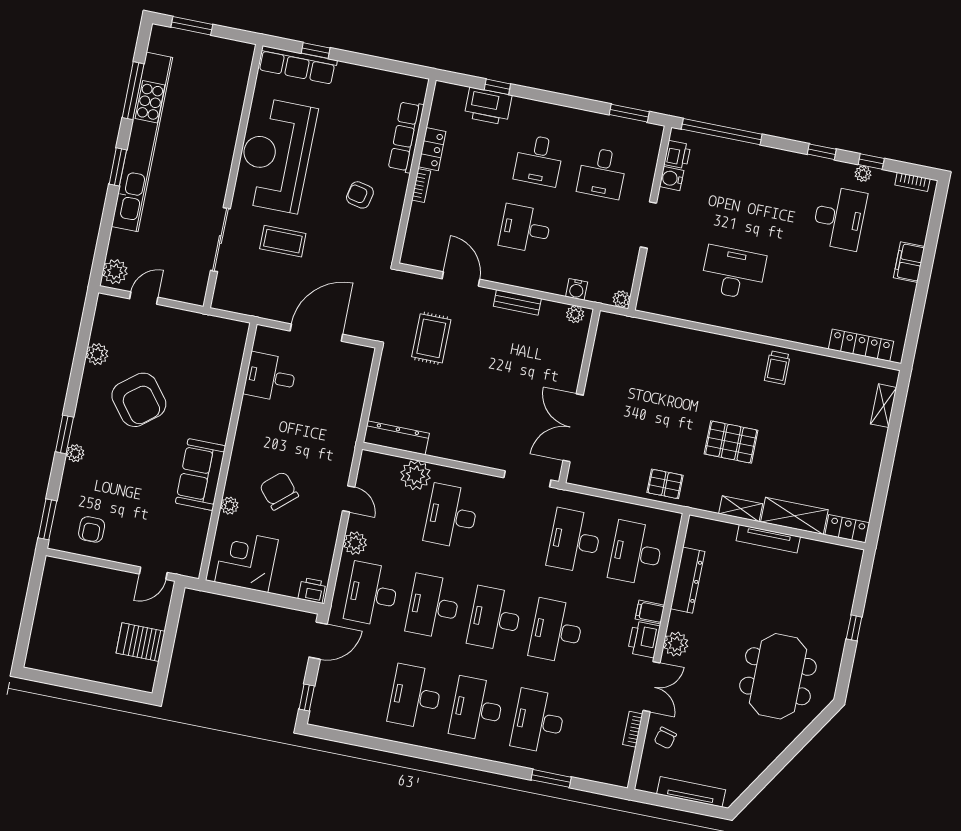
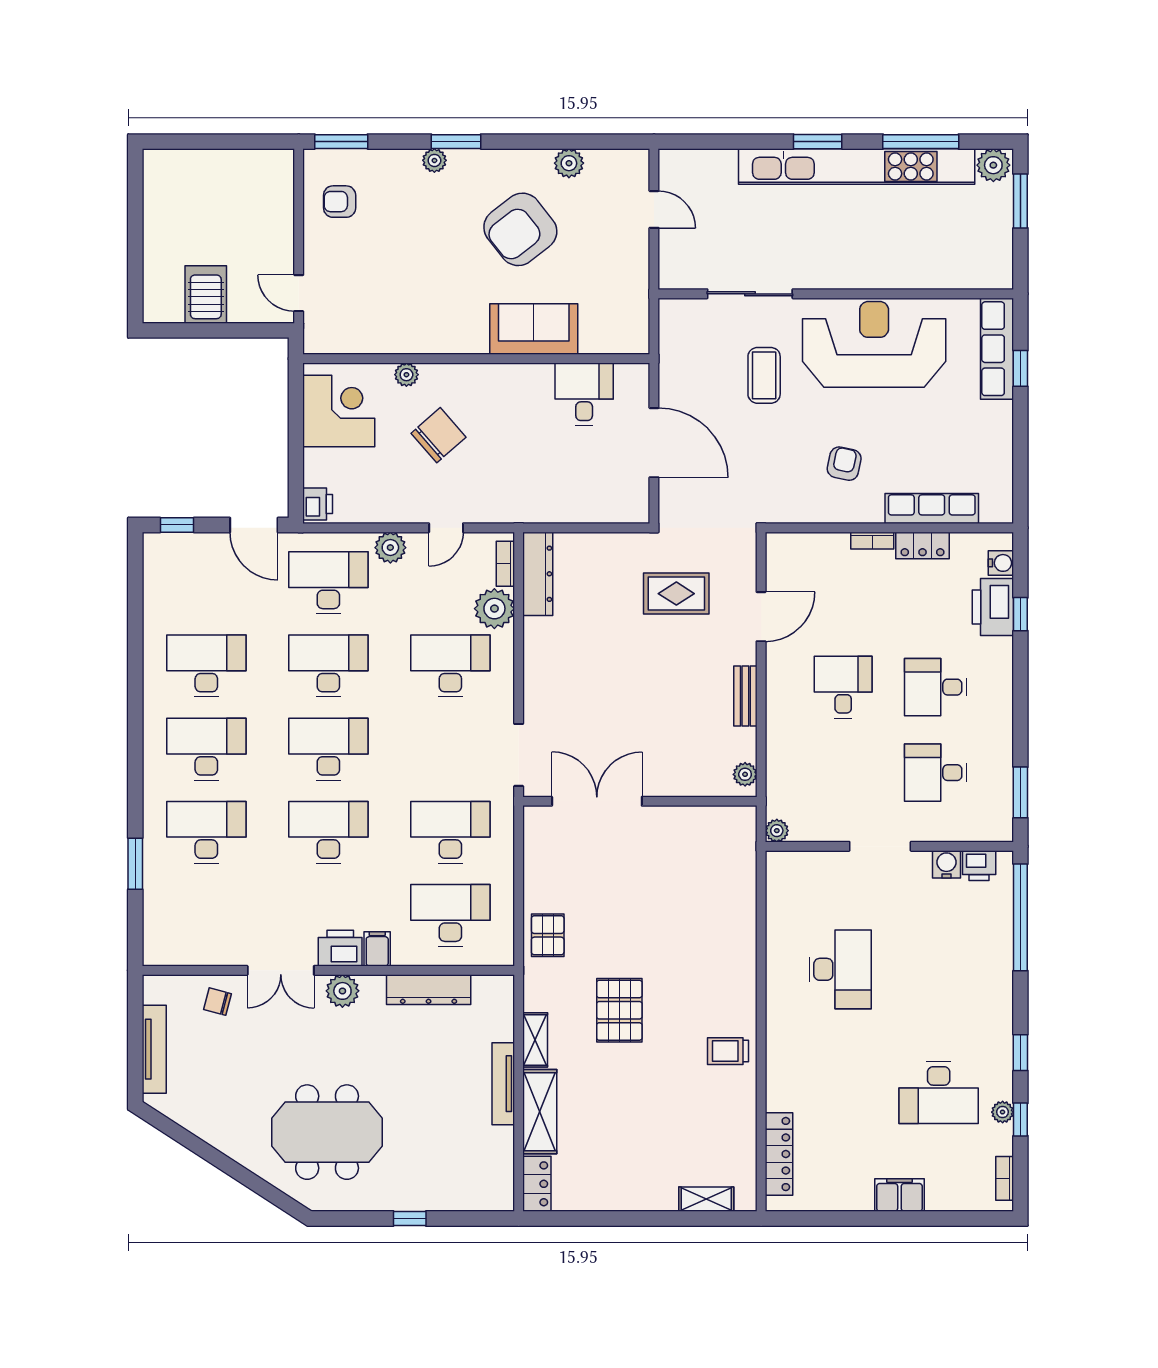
plant: (115, 272) -> (993, 165), moved
water cooler: (577, 289) -> (1001, 563), moved, turned 180
sofa: (201, 475) -> (534, 329), moved
bookcase: (633, 729) -> (505, 564), moved, turned -90

